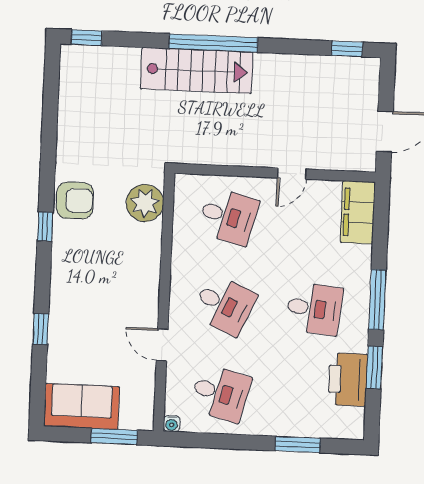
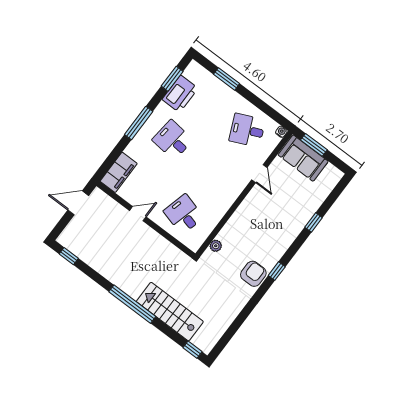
stairs: (197, 70) -> (170, 312), moved
armchair: (75, 201) -> (253, 274), turned 90
plant: (145, 203) -> (216, 246), width x0.53, depth x0.53
desk: (224, 305) -> (215, 172), removed
window: (374, 368) -> (172, 79), moved
desk: (220, 393) -> (247, 130), turned -39
sofa: (82, 406) -> (303, 158), moved

